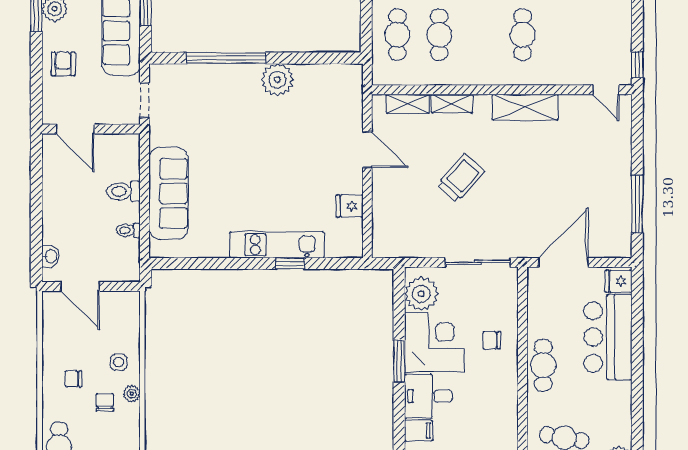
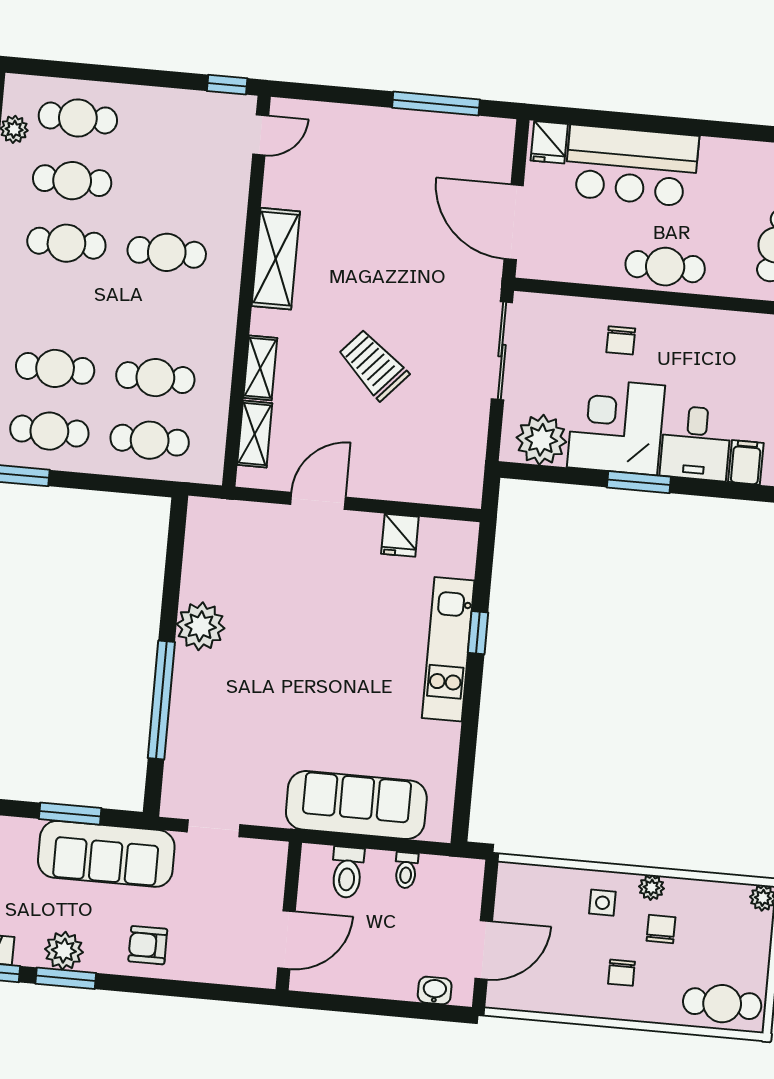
door: (75, 129) -> (287, 940), moved
wall: (91, 129) -> (289, 916), moved
chair: (105, 402) -> (661, 929), turned 90

